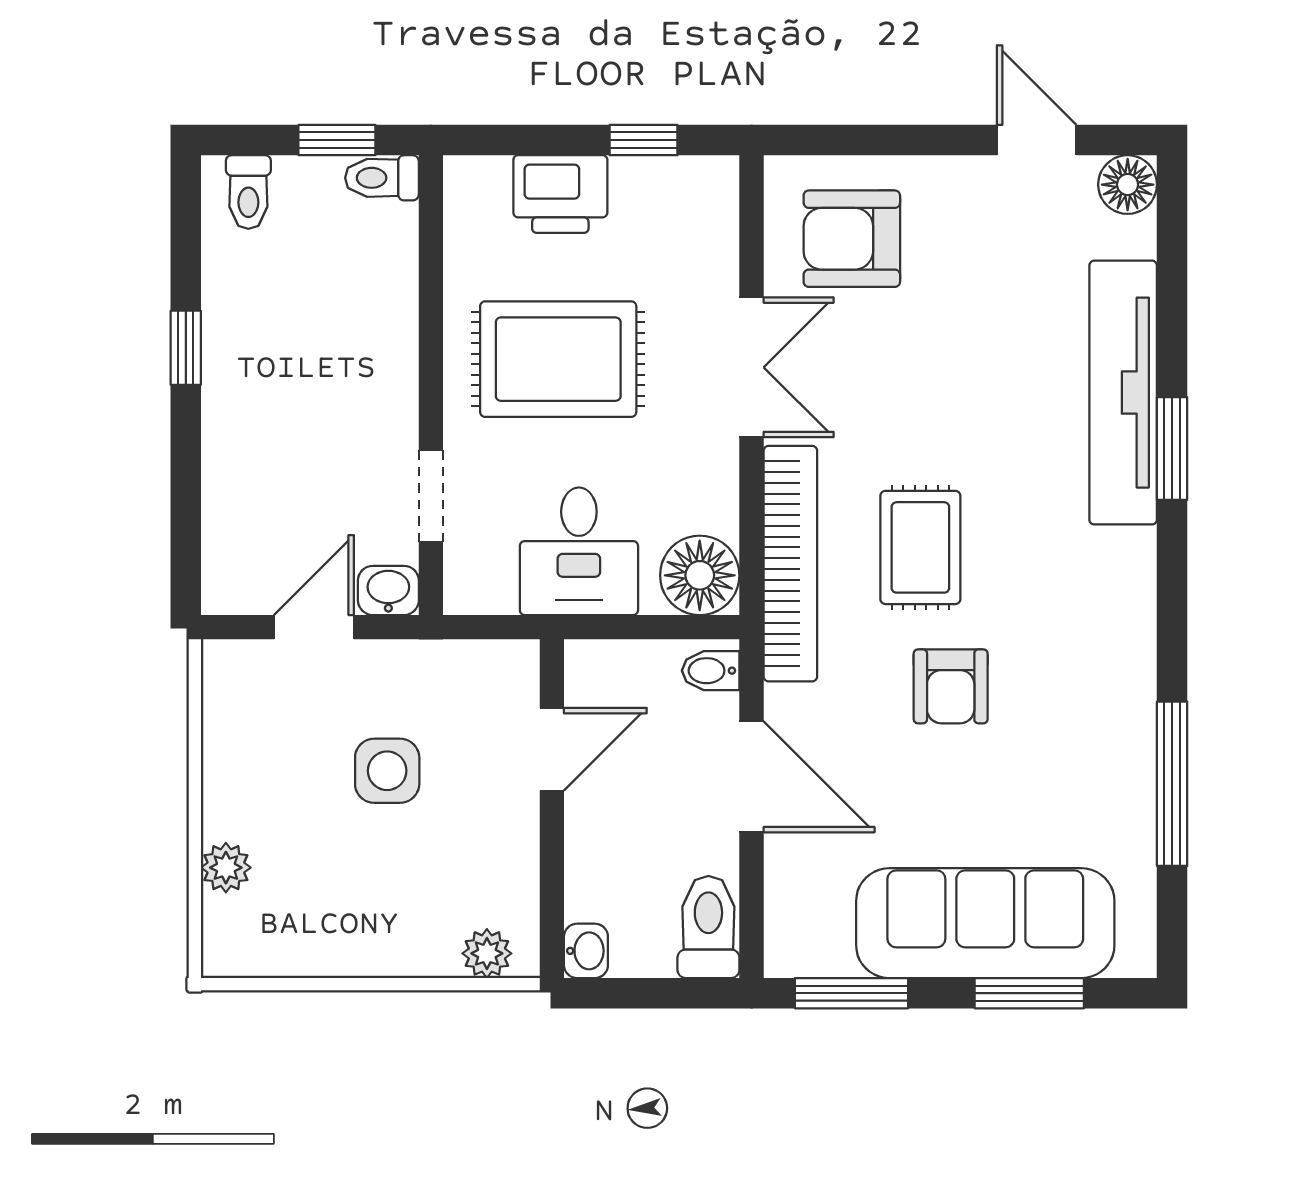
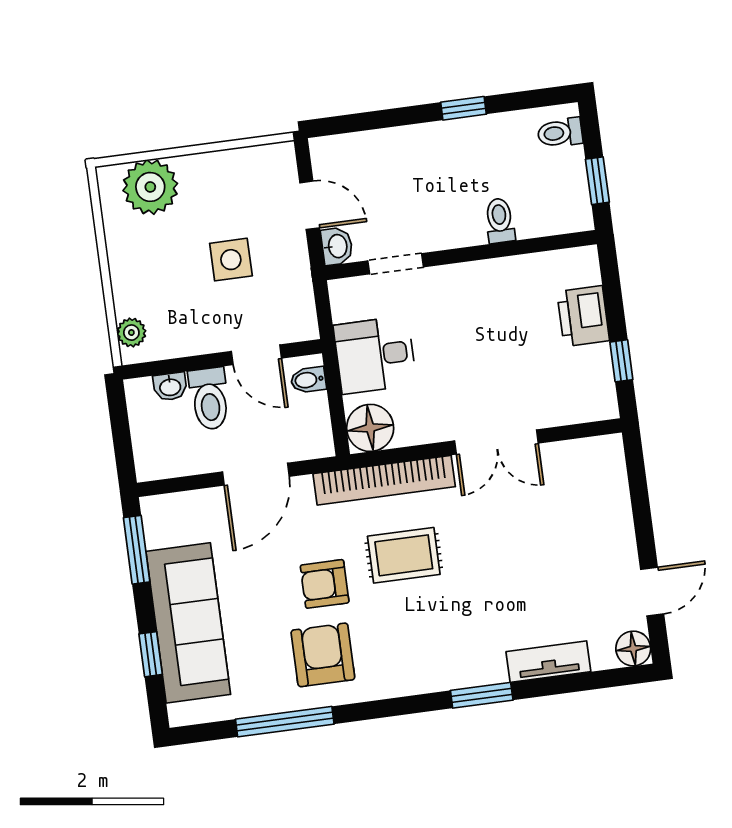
toilet: (382, 178) -> (500, 221), moved
armchair: (852, 239) -> (323, 655), moved
rug: (558, 359) -> (486, 328), removed
tv unit: (1123, 393) -> (548, 662), width x0.52, depth x0.78
bidet: (711, 671) -> (308, 380), moved, turned -90
plant: (226, 868) -> (150, 187), width x1.88, depth x1.88
toilet: (708, 927) -> (209, 399), moved, turned 90
washbasin: (586, 951) -> (170, 387), moved
window: (1029, 993) -> (151, 654), width x0.67

